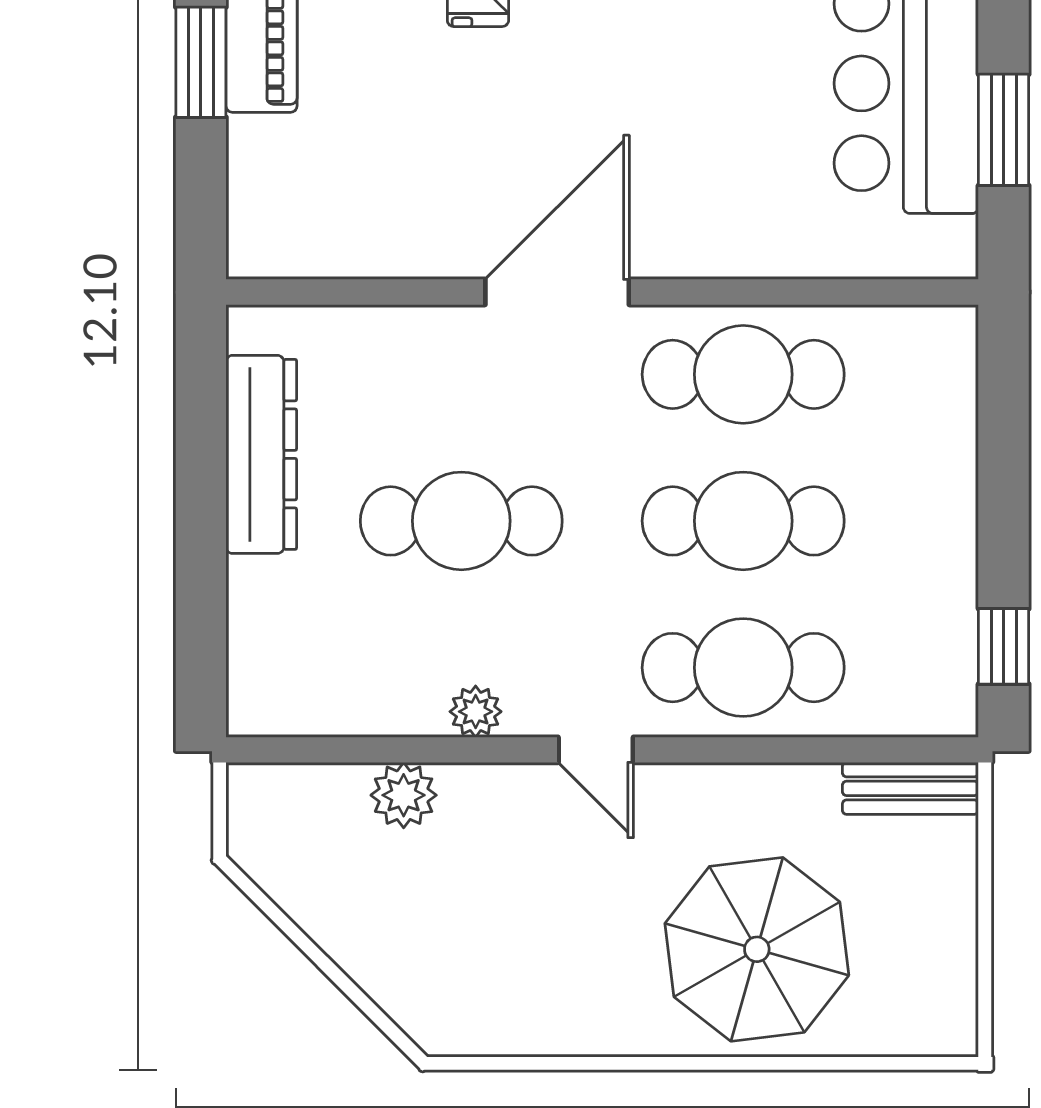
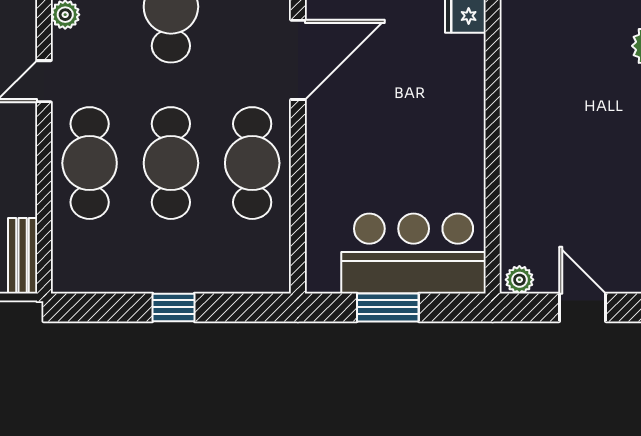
door: (557, 292) -> (298, 60), hinge flipped
window: (1004, 646) -> (174, 307), moved

